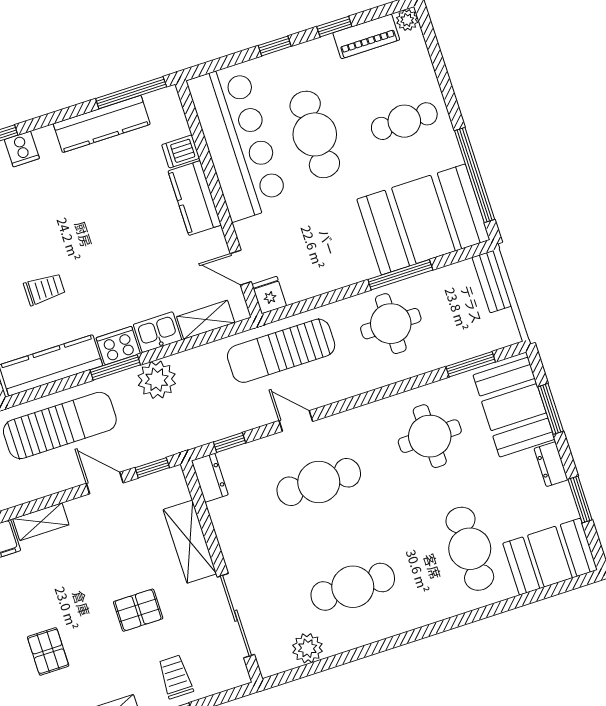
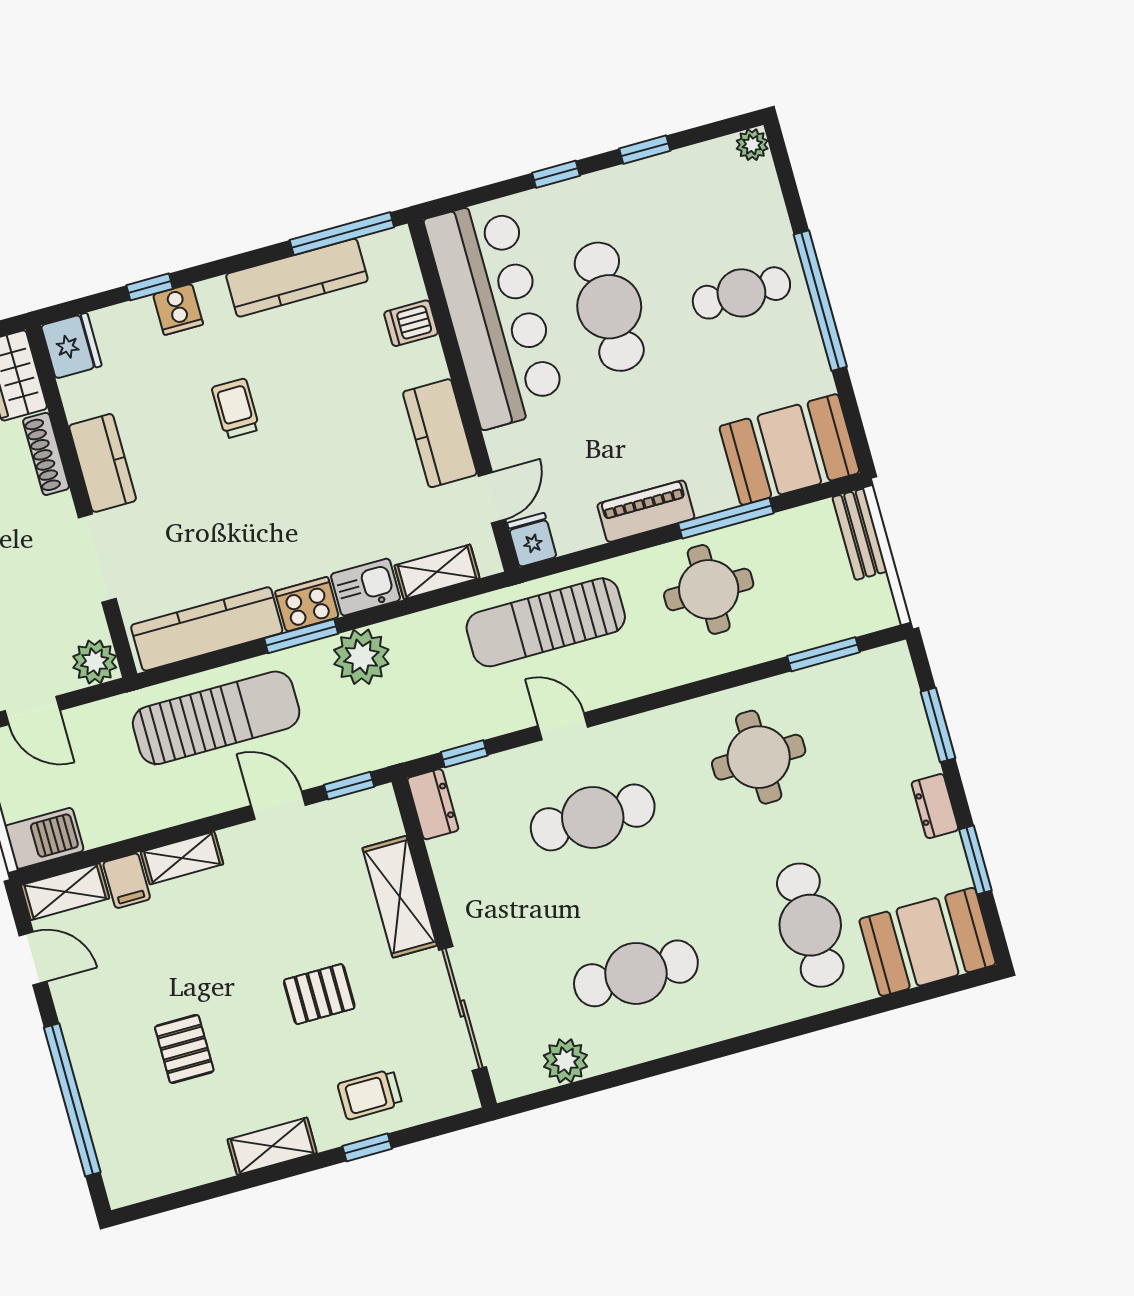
piano: (366, 36) -> (646, 511), moved, turned 180
window: (475, 175) -> (820, 301), moved
kitchen counter: (195, 198) -> (440, 433), moved
booth: (423, 219) -> (789, 450), width x0.73, depth x0.70
door: (241, 268) -> (492, 498), swing flipped
trolley: (44, 289) -> (236, 408), moved, turned -90
booth: (514, 407) -> (884, 720), removed
trolley: (176, 677) -> (370, 1094), turned -90

